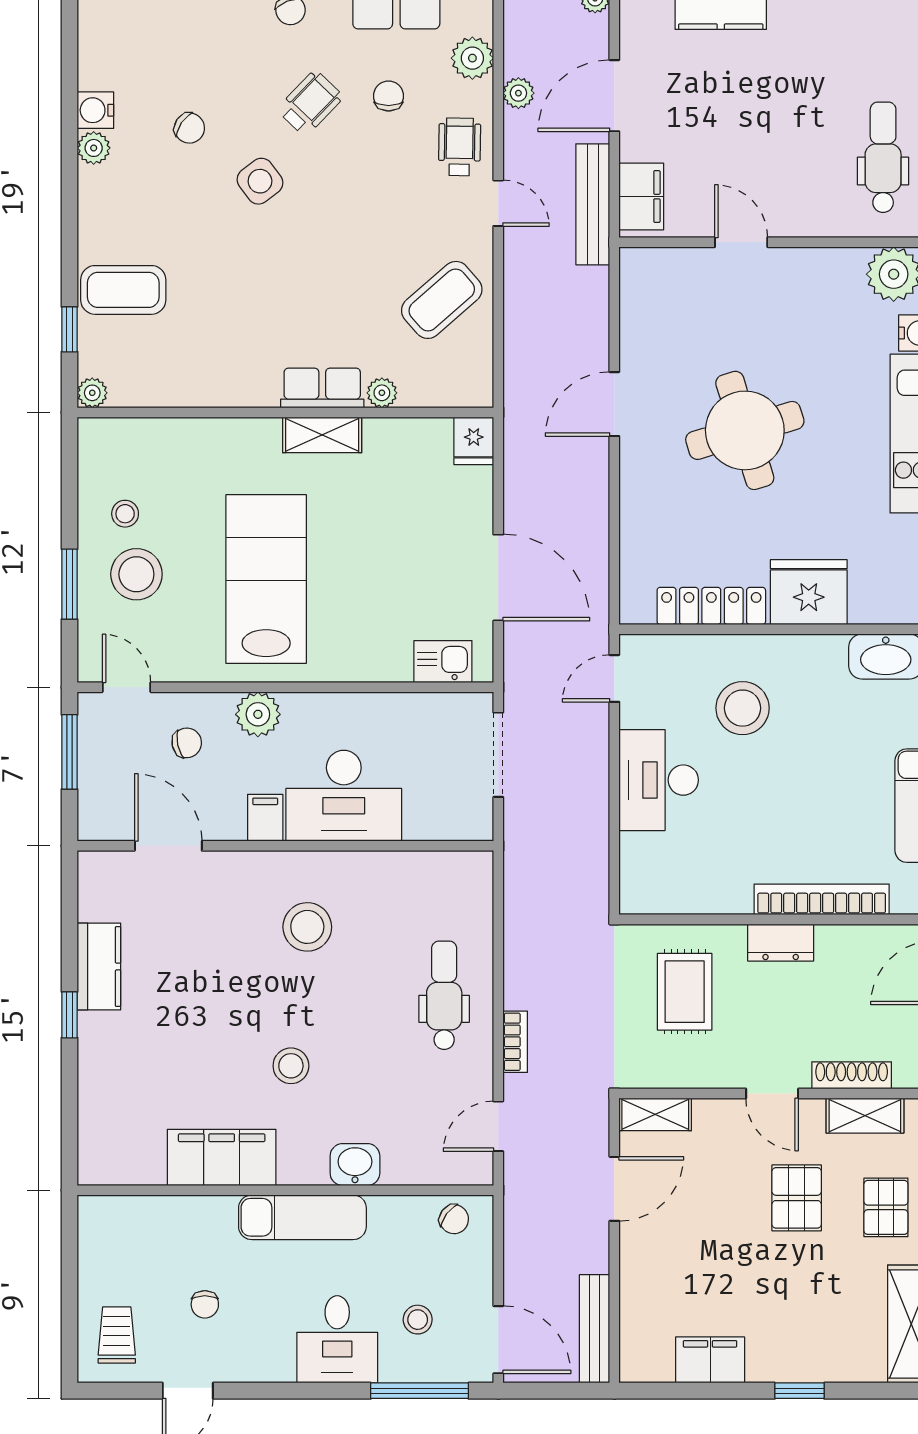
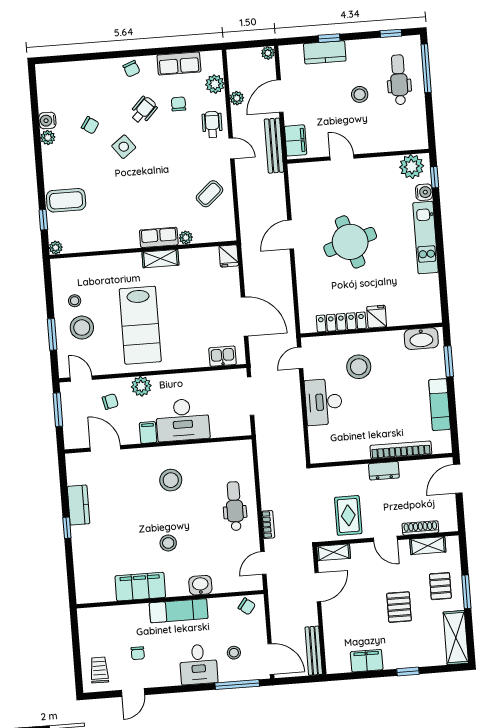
stool: (791, 106) -> (360, 94), added
dental chair: (883, 157) -> (399, 80), moved
coffee table: (442, 300) -> (209, 194), width x0.73, depth x0.77
lab bench: (266, 579) -> (140, 325), turned 180
fridge: (809, 592) -> (377, 317), width x0.53, depth x0.75
rug: (685, 992) -> (348, 515), moved
pallet: (797, 1198) -> (399, 607), moved

